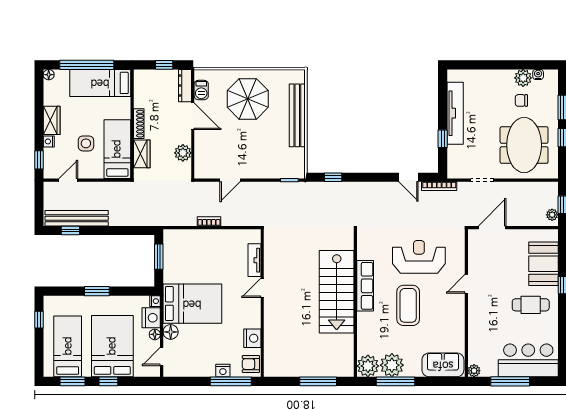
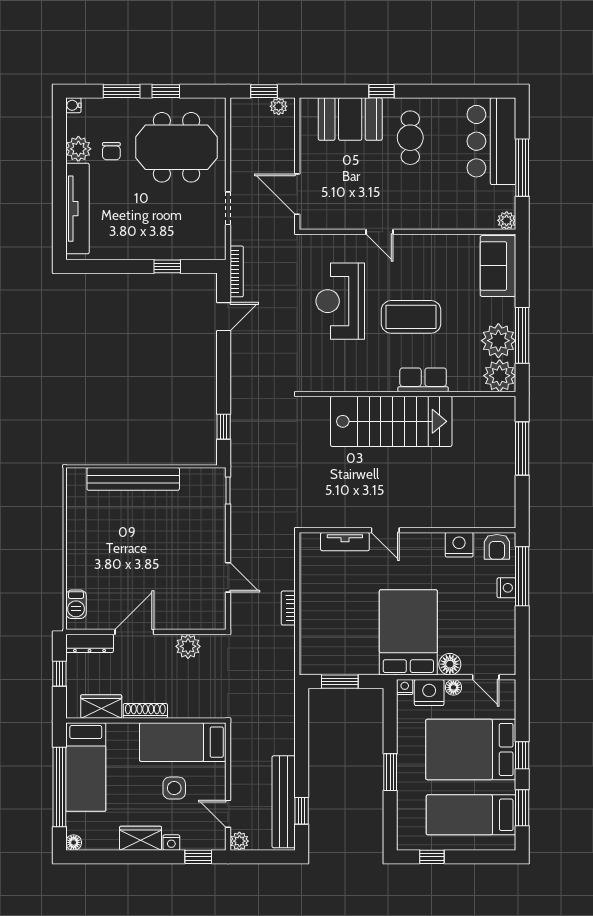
water cooler: (538, 74) -> (73, 105), moved
barbecue: (201, 90) -> (76, 604), moved, turned 90
parasol: (248, 99) -> (109, 551), removed
tv unit: (455, 113) -> (77, 209), moved, turned 90
wardrobe: (142, 154) -> (101, 707), moved
plant: (50, 188) -> (239, 841), added
row of seats: (365, 286) -> (423, 380), moved, width x0.68

